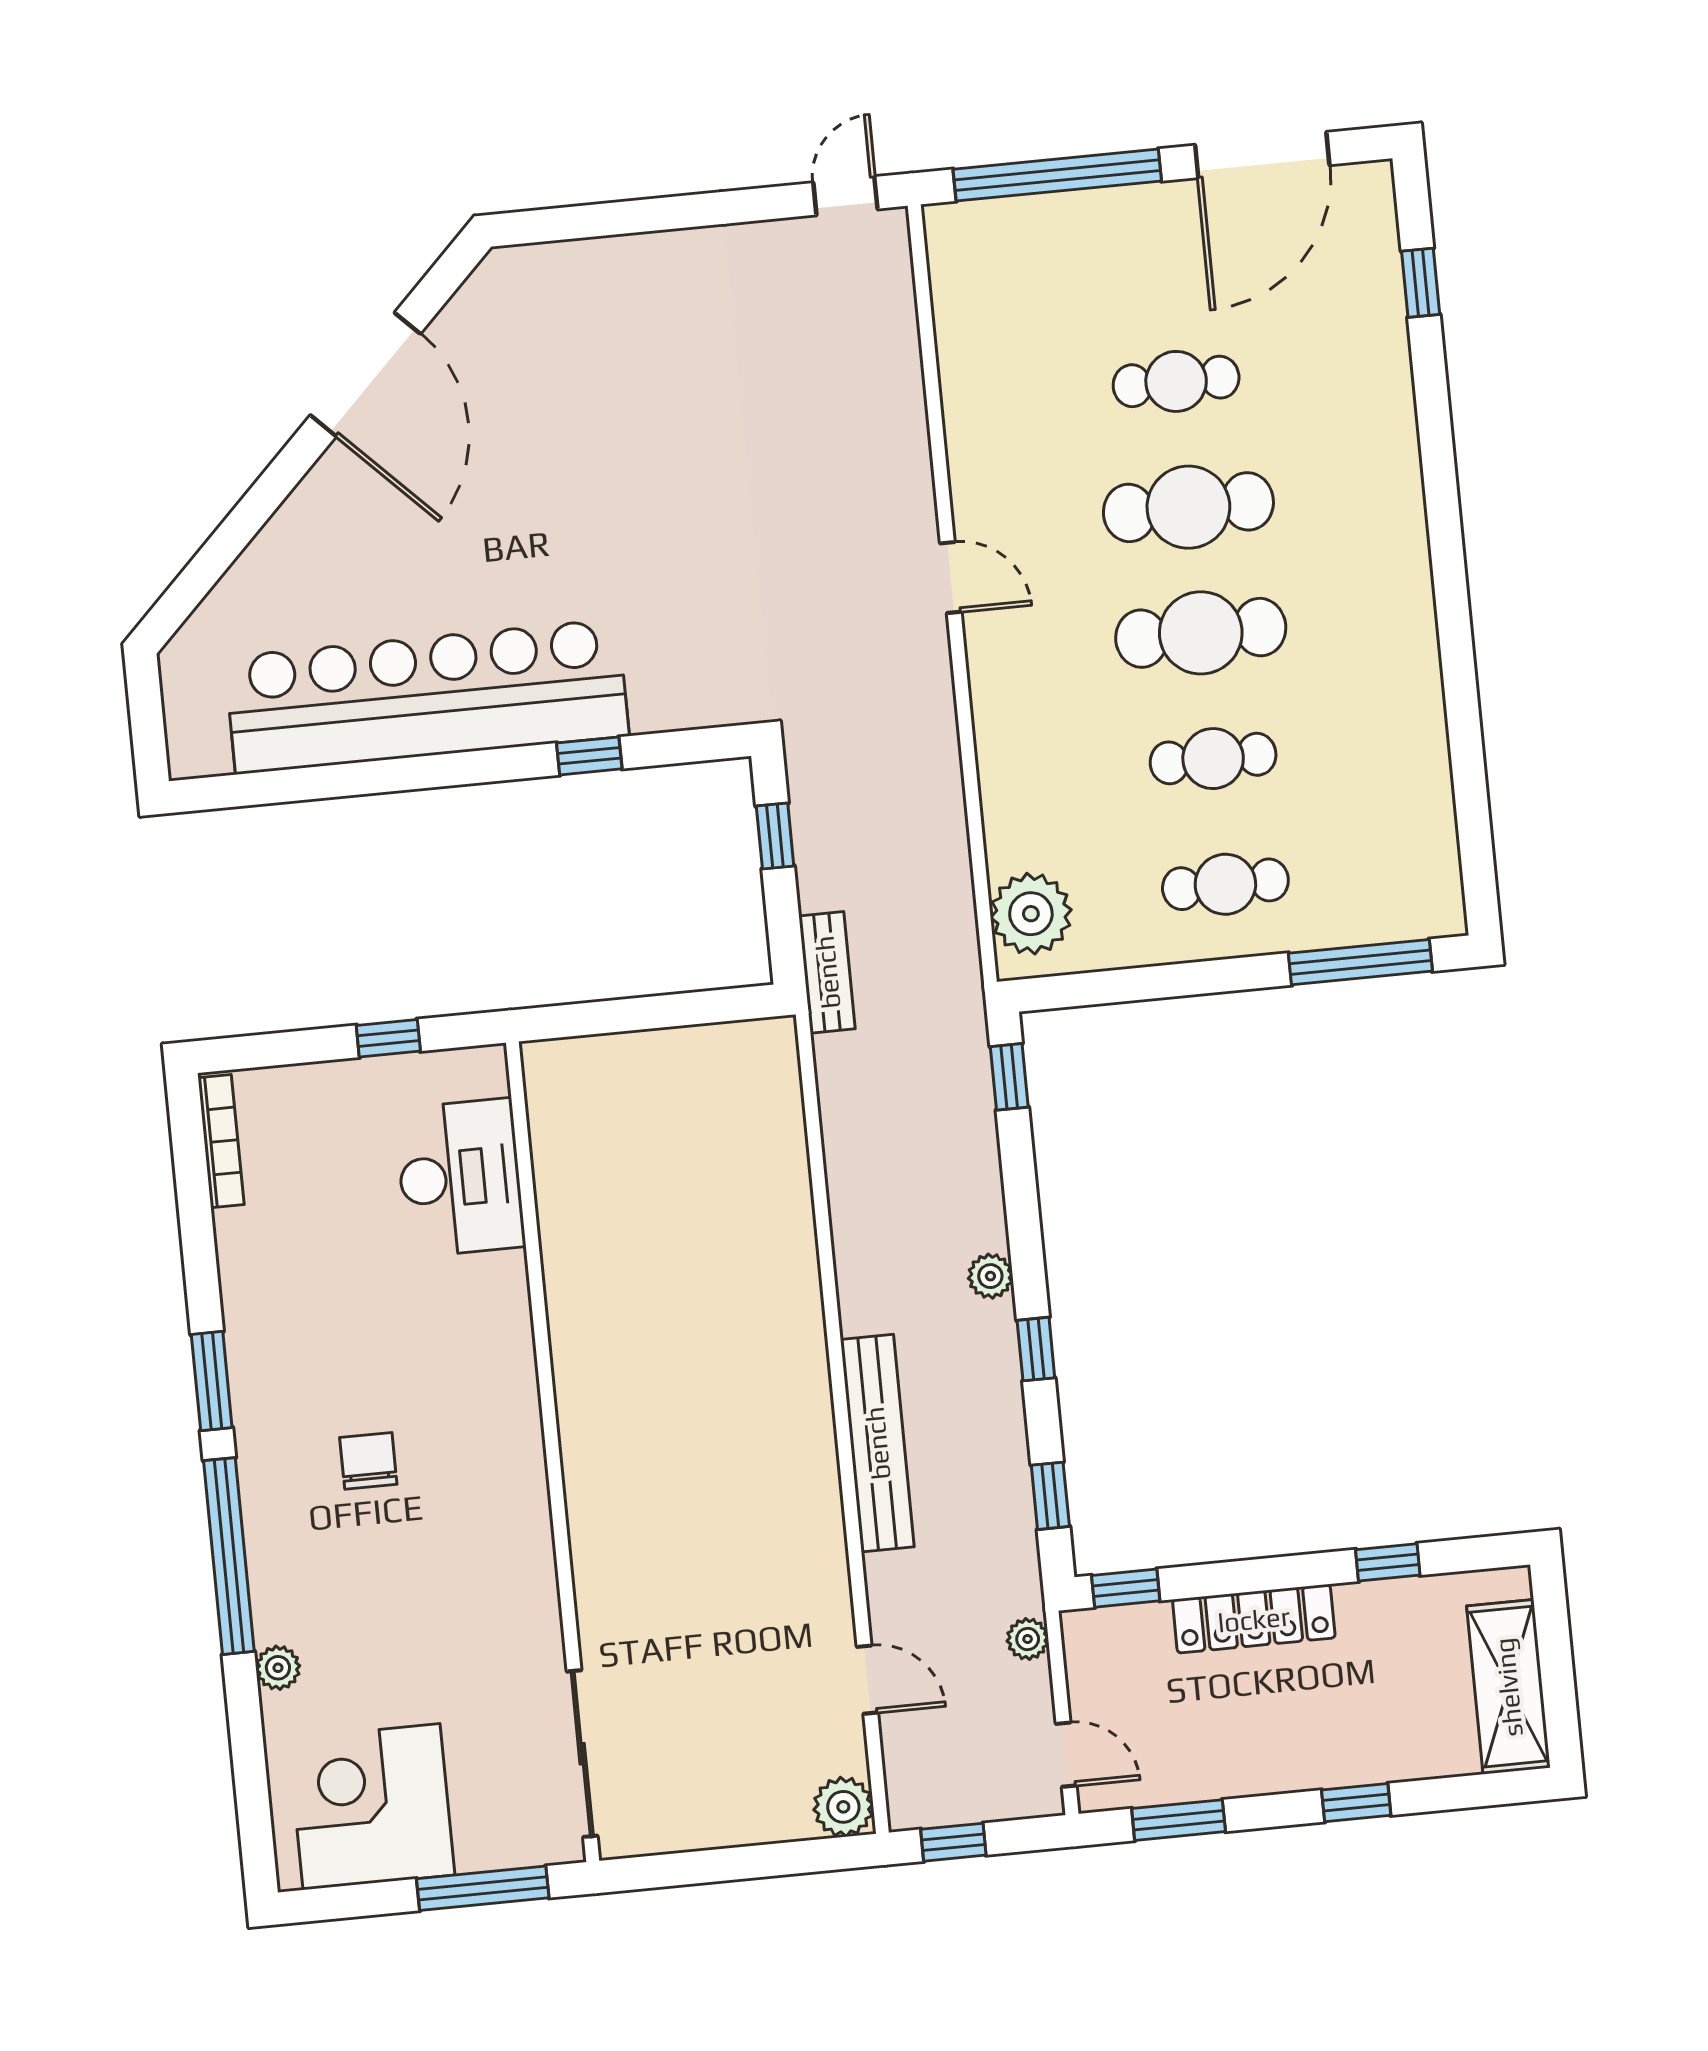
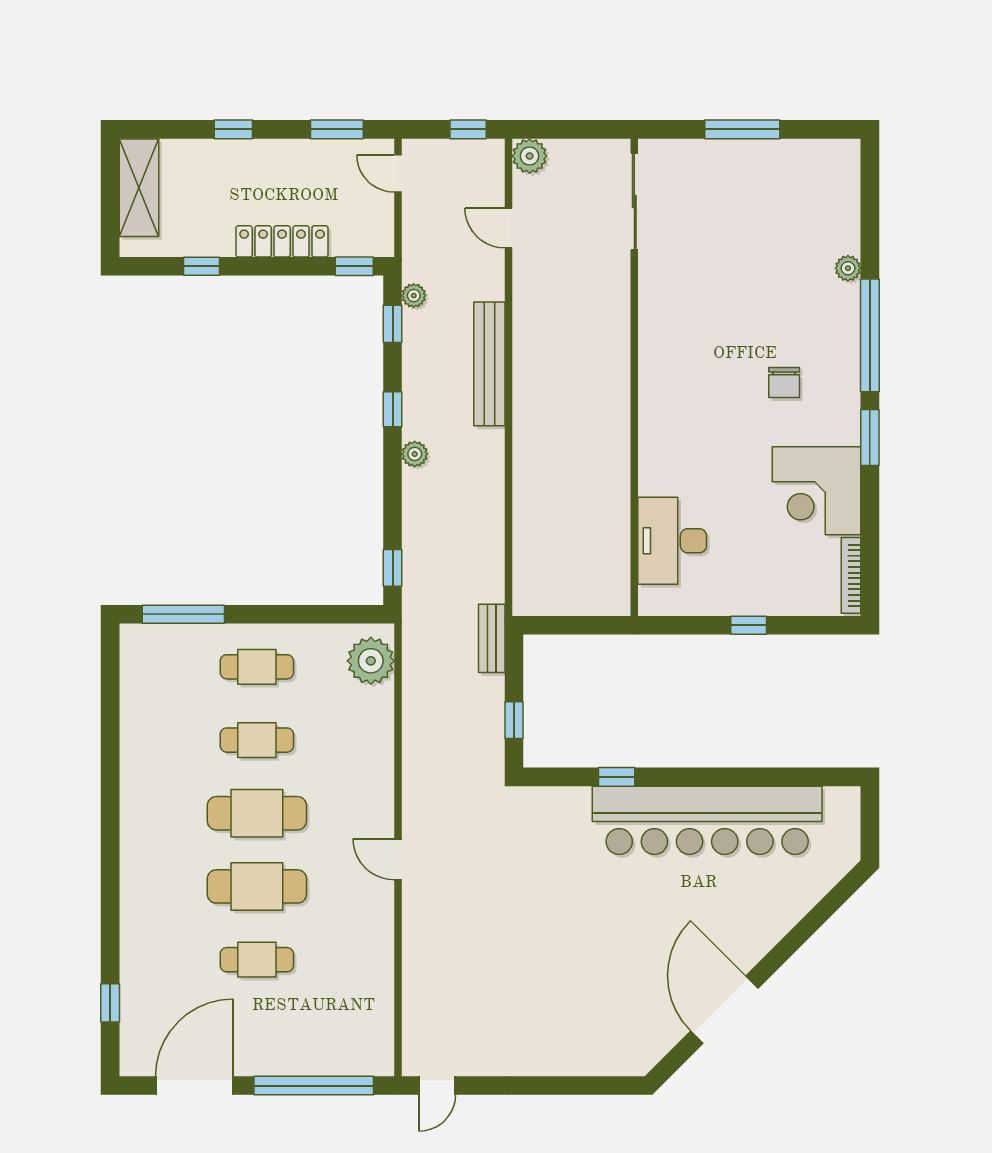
desk: (460, 1178) -> (672, 541), moved
wall: (553, 1452) -> (634, 377), moved
plant: (1028, 1639) -> (414, 296), moved
sliding door: (582, 1754) -> (634, 201), moved
corner desk: (372, 1807) -> (817, 491), moved, turned 90

